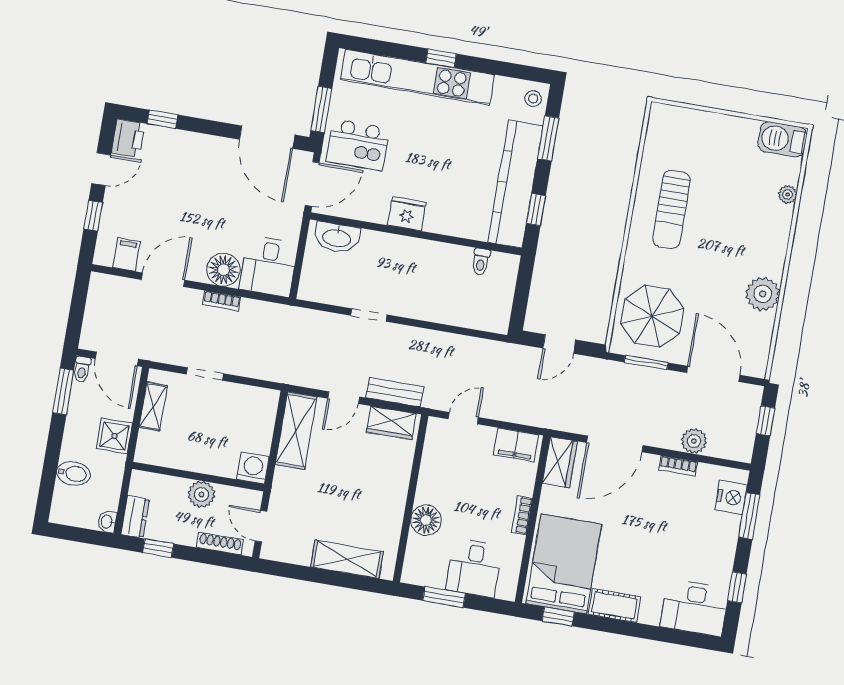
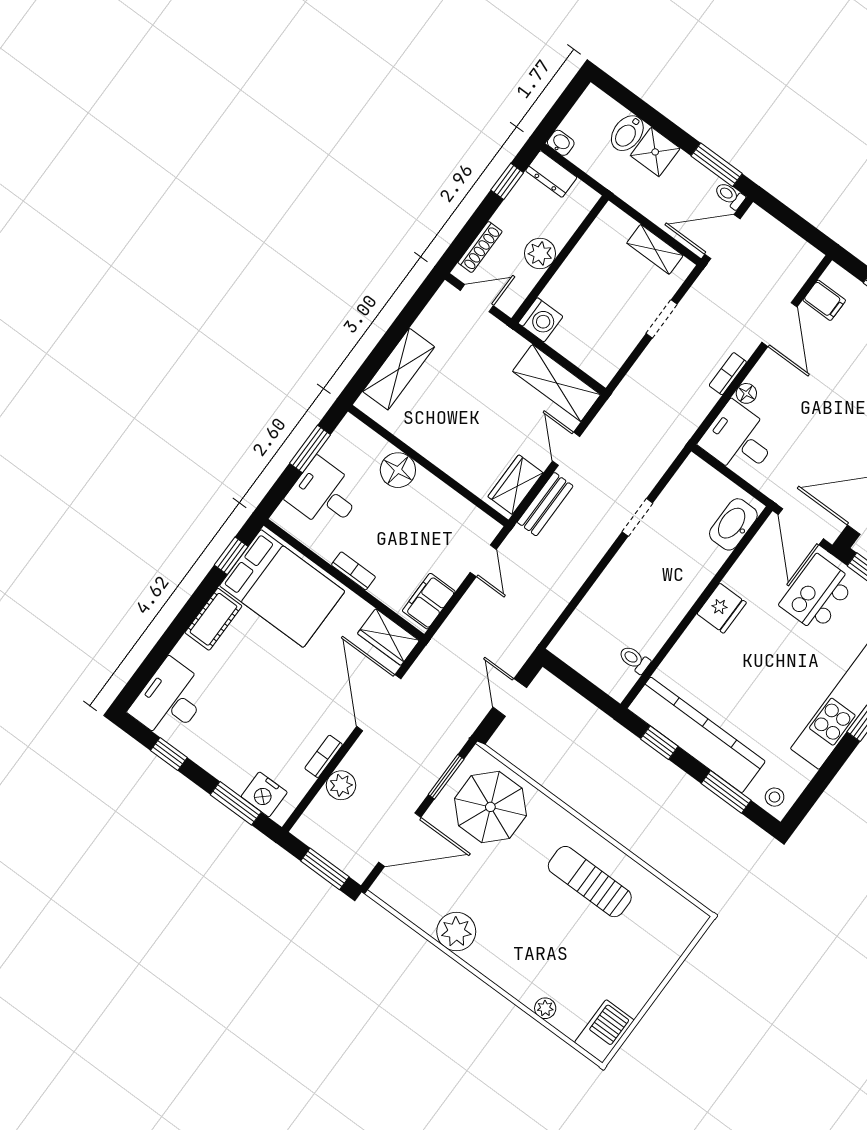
floor lamp: (223, 270) -> (746, 393), width x0.53, depth x0.53
window: (765, 421) -> (325, 869), width x1.50
shower: (114, 436) -> (655, 152), moved

